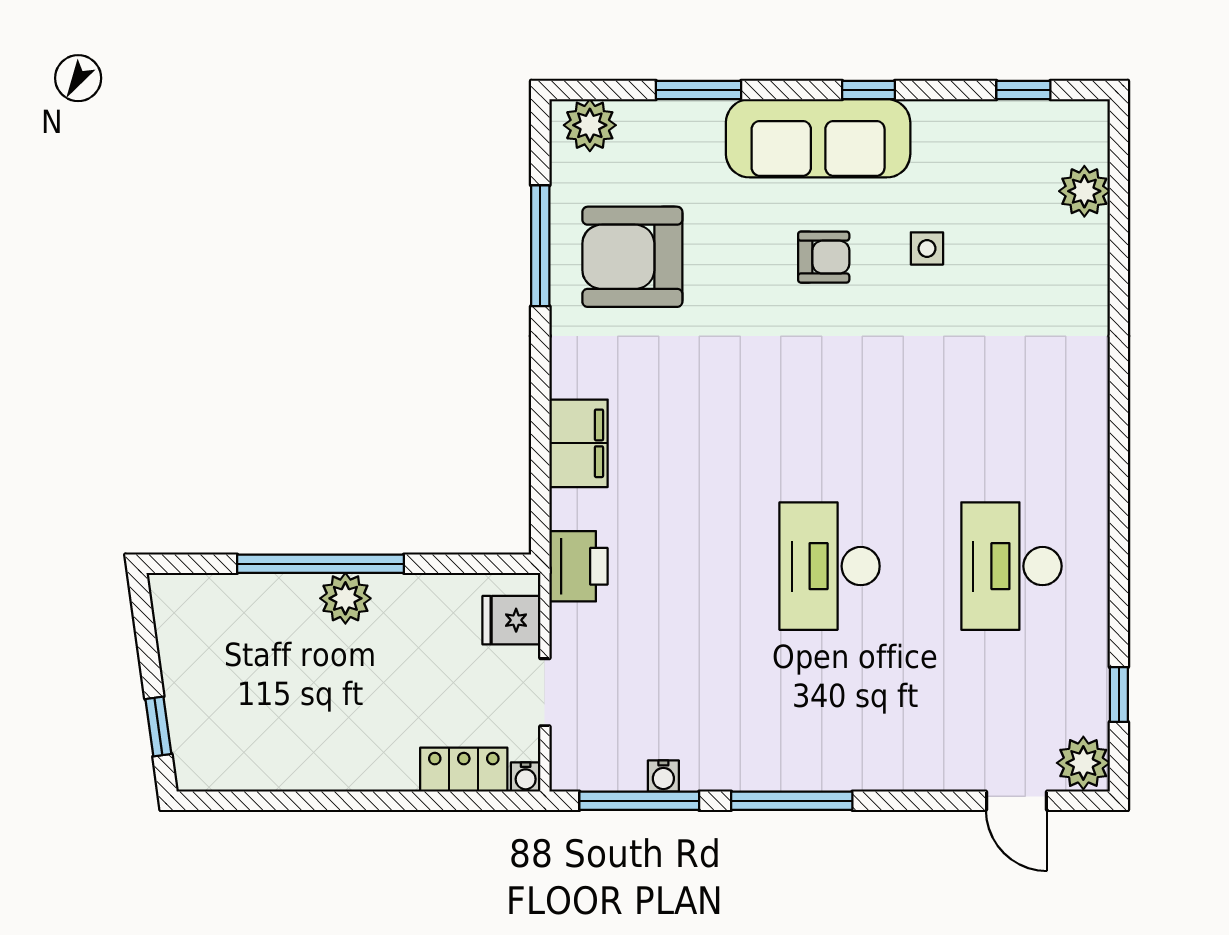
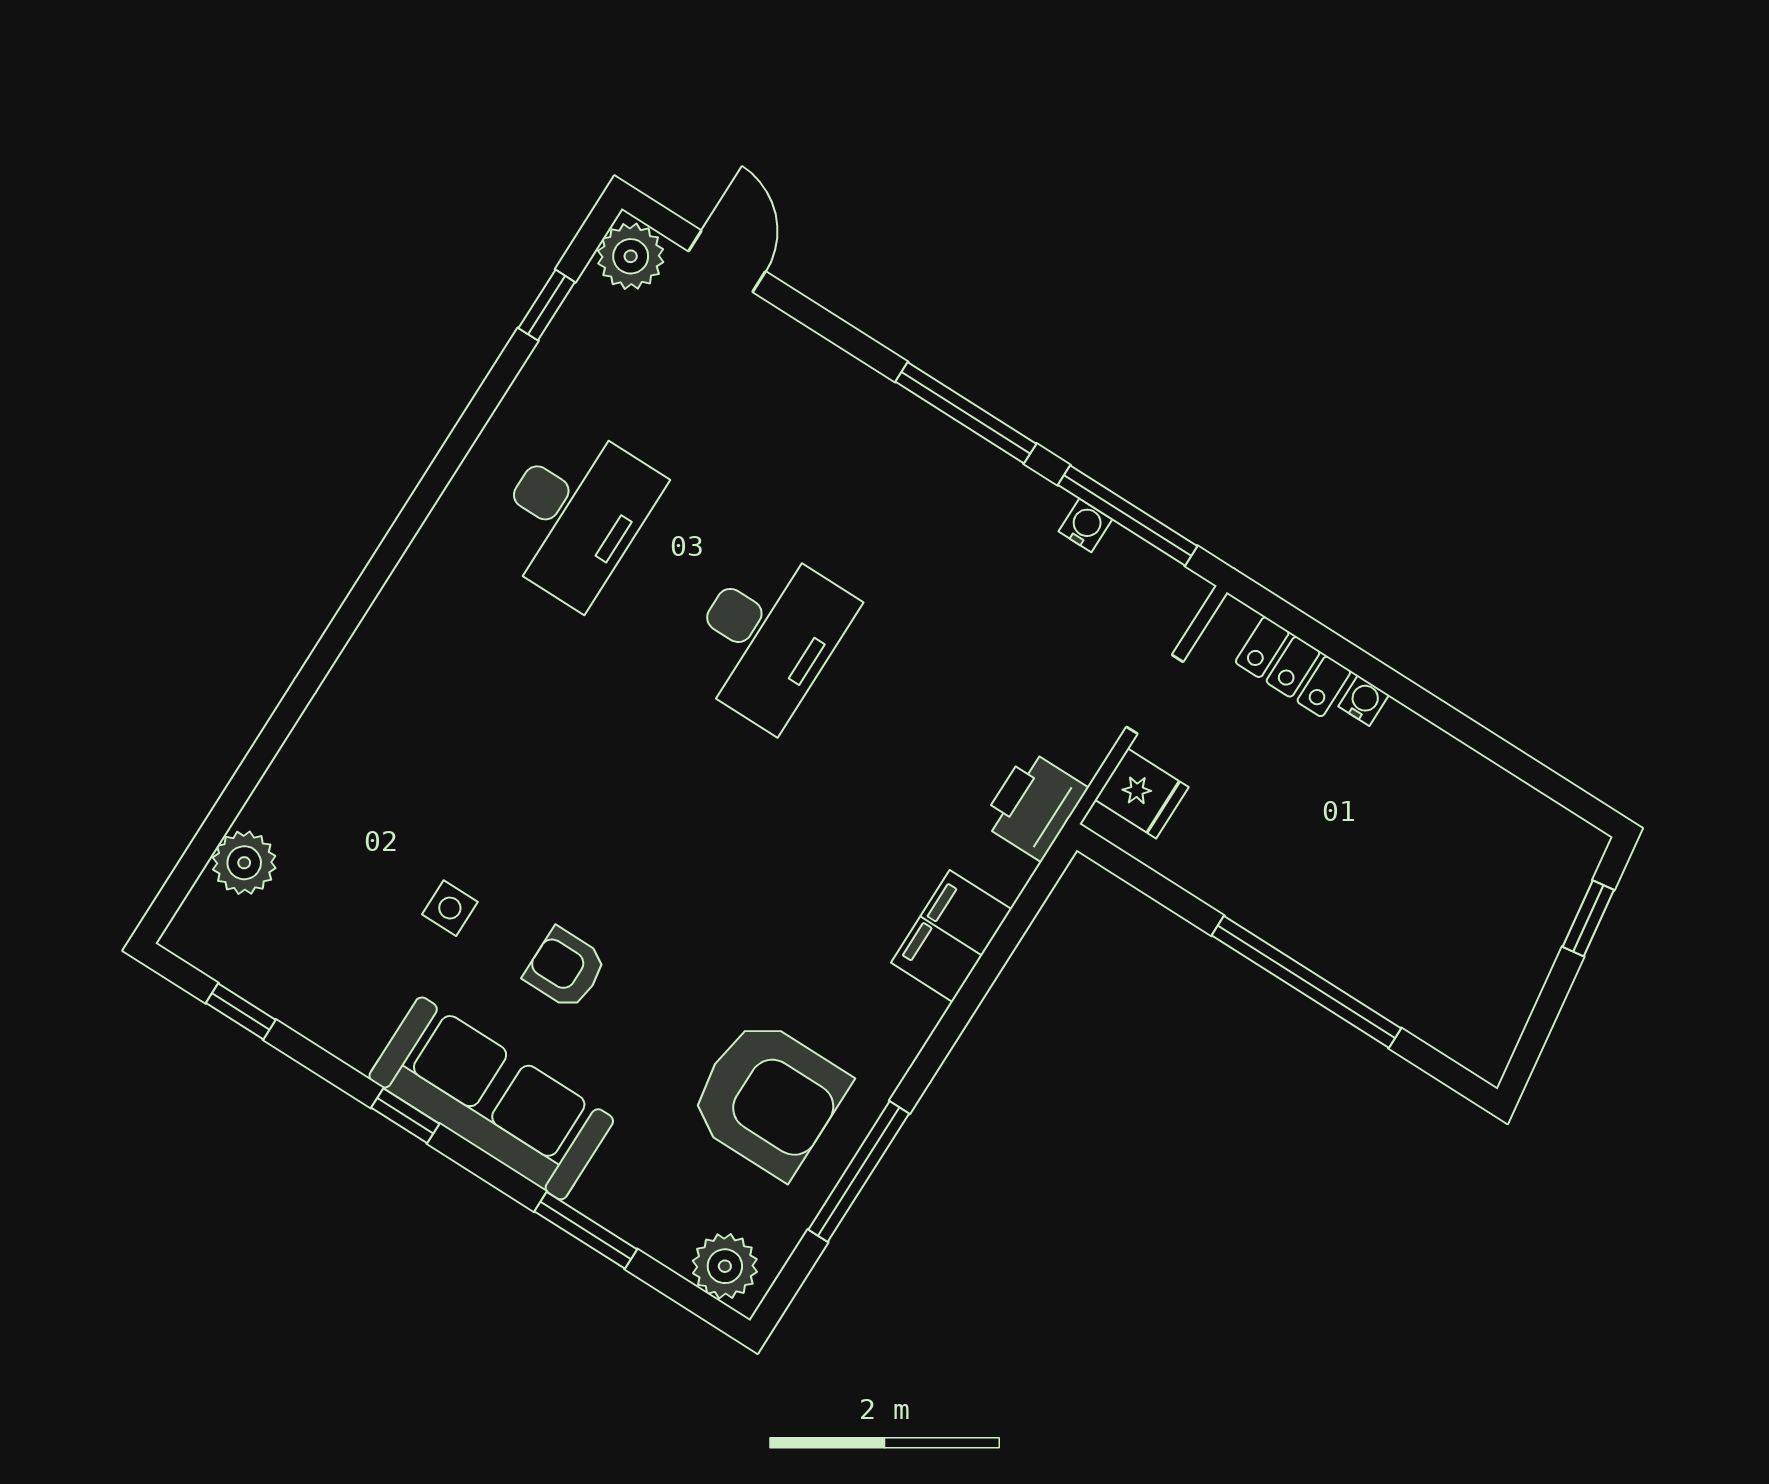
plant: (345, 598) -> (1303, 928), removed
water cooler: (526, 777) -> (1364, 701), moved

